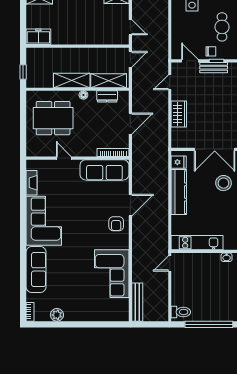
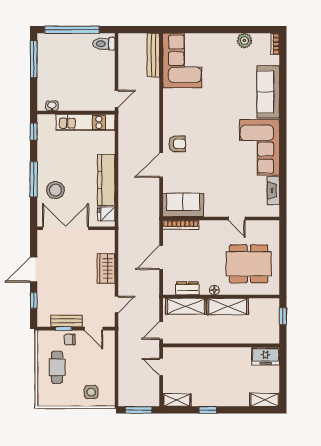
sofa: (104, 170) -> (183, 205), width x0.73
armchair: (116, 224) -> (177, 144), turned 90
corner sofa: (112, 274) -> (182, 61), moved

